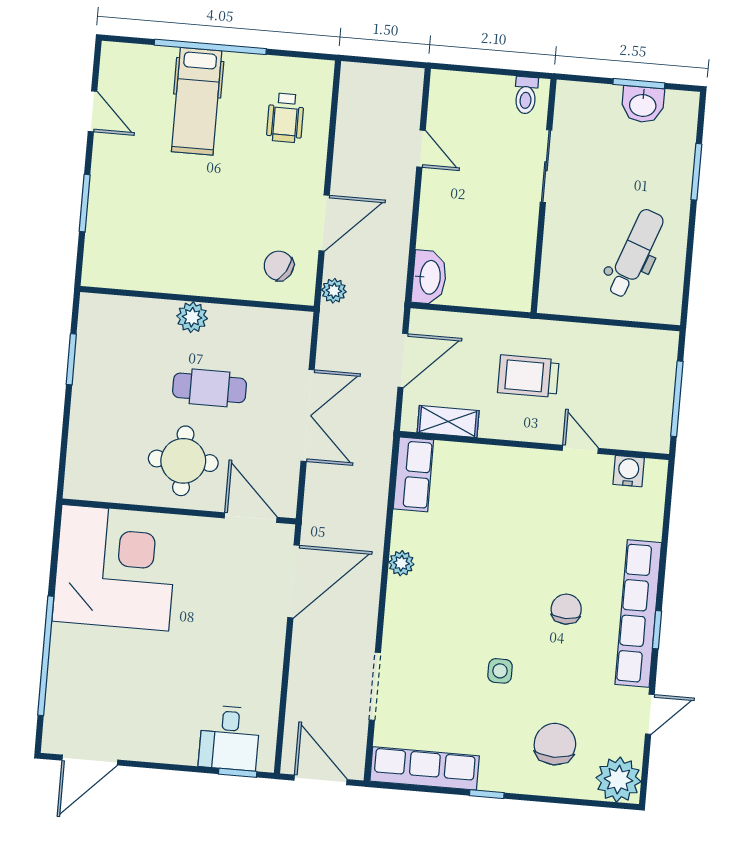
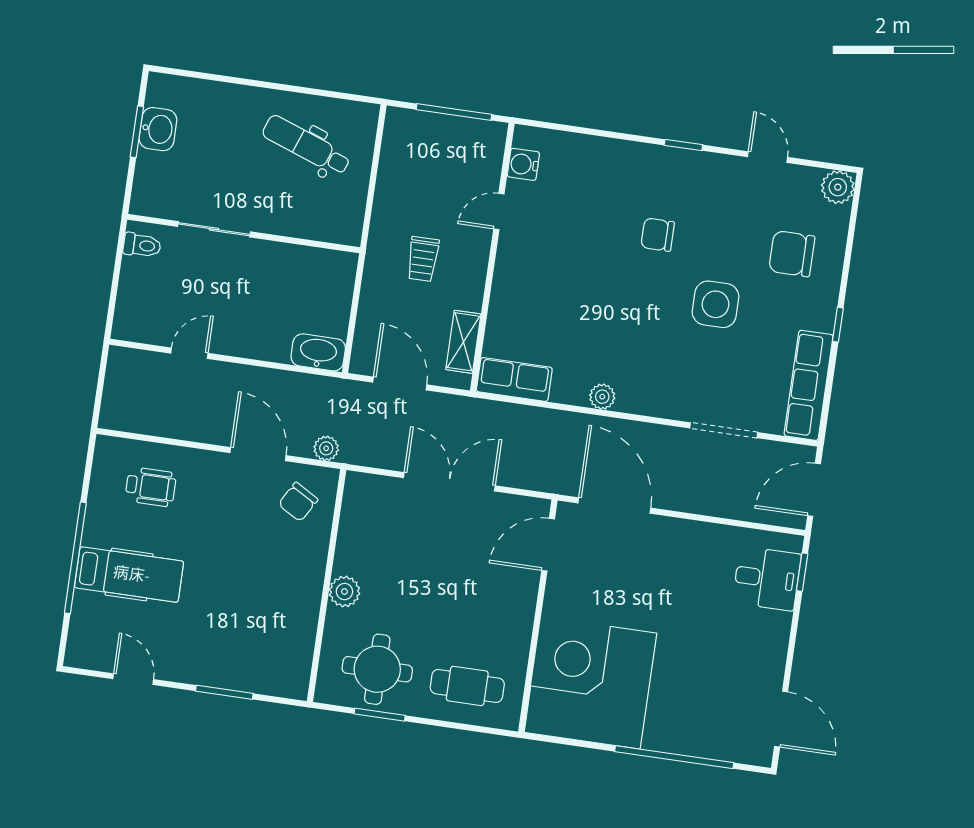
door: (92, 111) -> (133, 679), hinge flipped
window: (696, 172) -> (228, 79), removed
trolley: (528, 376) -> (423, 259), width x0.73, depth x0.72
cafe table: (210, 388) -> (467, 686), moved, turned 90
round table: (183, 461) -> (377, 669), moved
row of seats: (638, 613) -> (666, 163), removed
side table: (500, 671) -> (716, 304), width x1.87, depth x1.87
plant: (618, 780) -> (838, 187), width x0.73, depth x0.73

